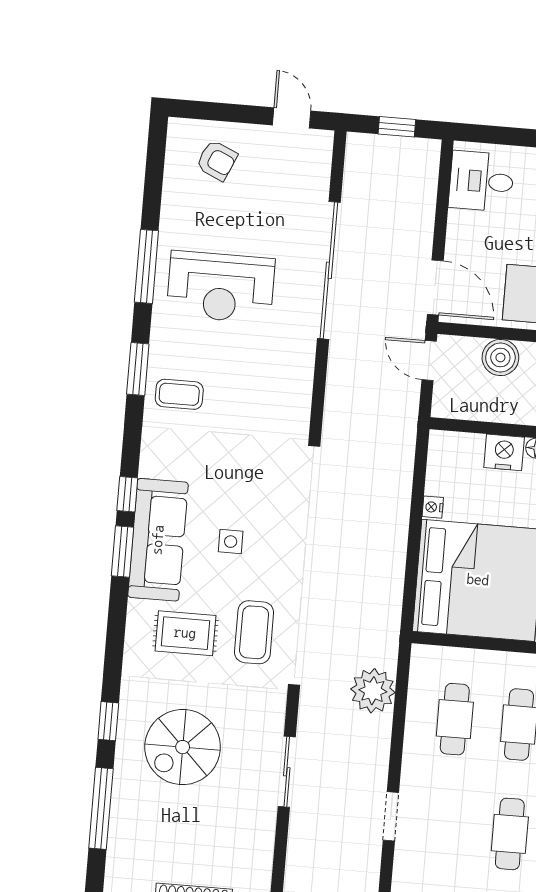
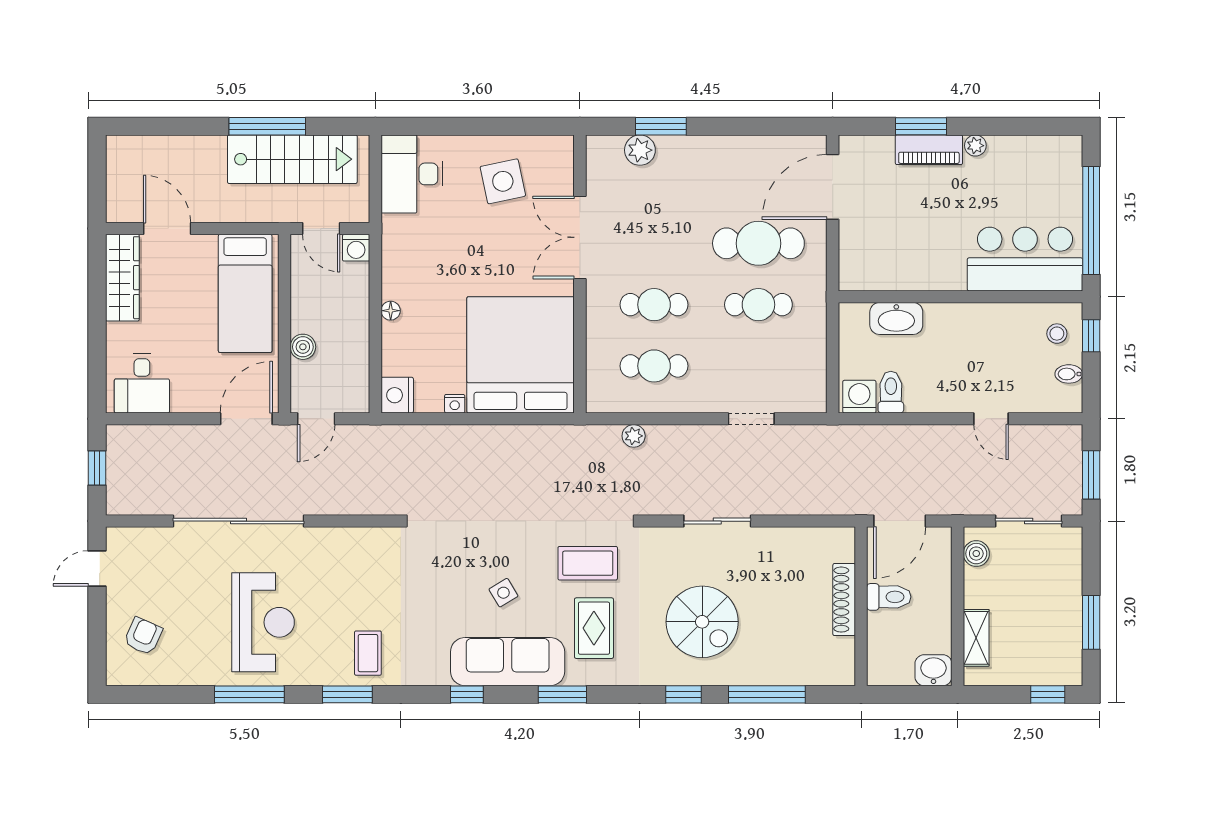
boiler: (500, 358) -> (303, 347), width x0.73, depth x0.73
nightstand: (504, 452) -> (397, 395), moved
side table: (231, 542) -> (503, 593), turned -31
window: (123, 552) -> (562, 694), moved
plant: (373, 691) -> (634, 436), width x0.53, depth x0.53

